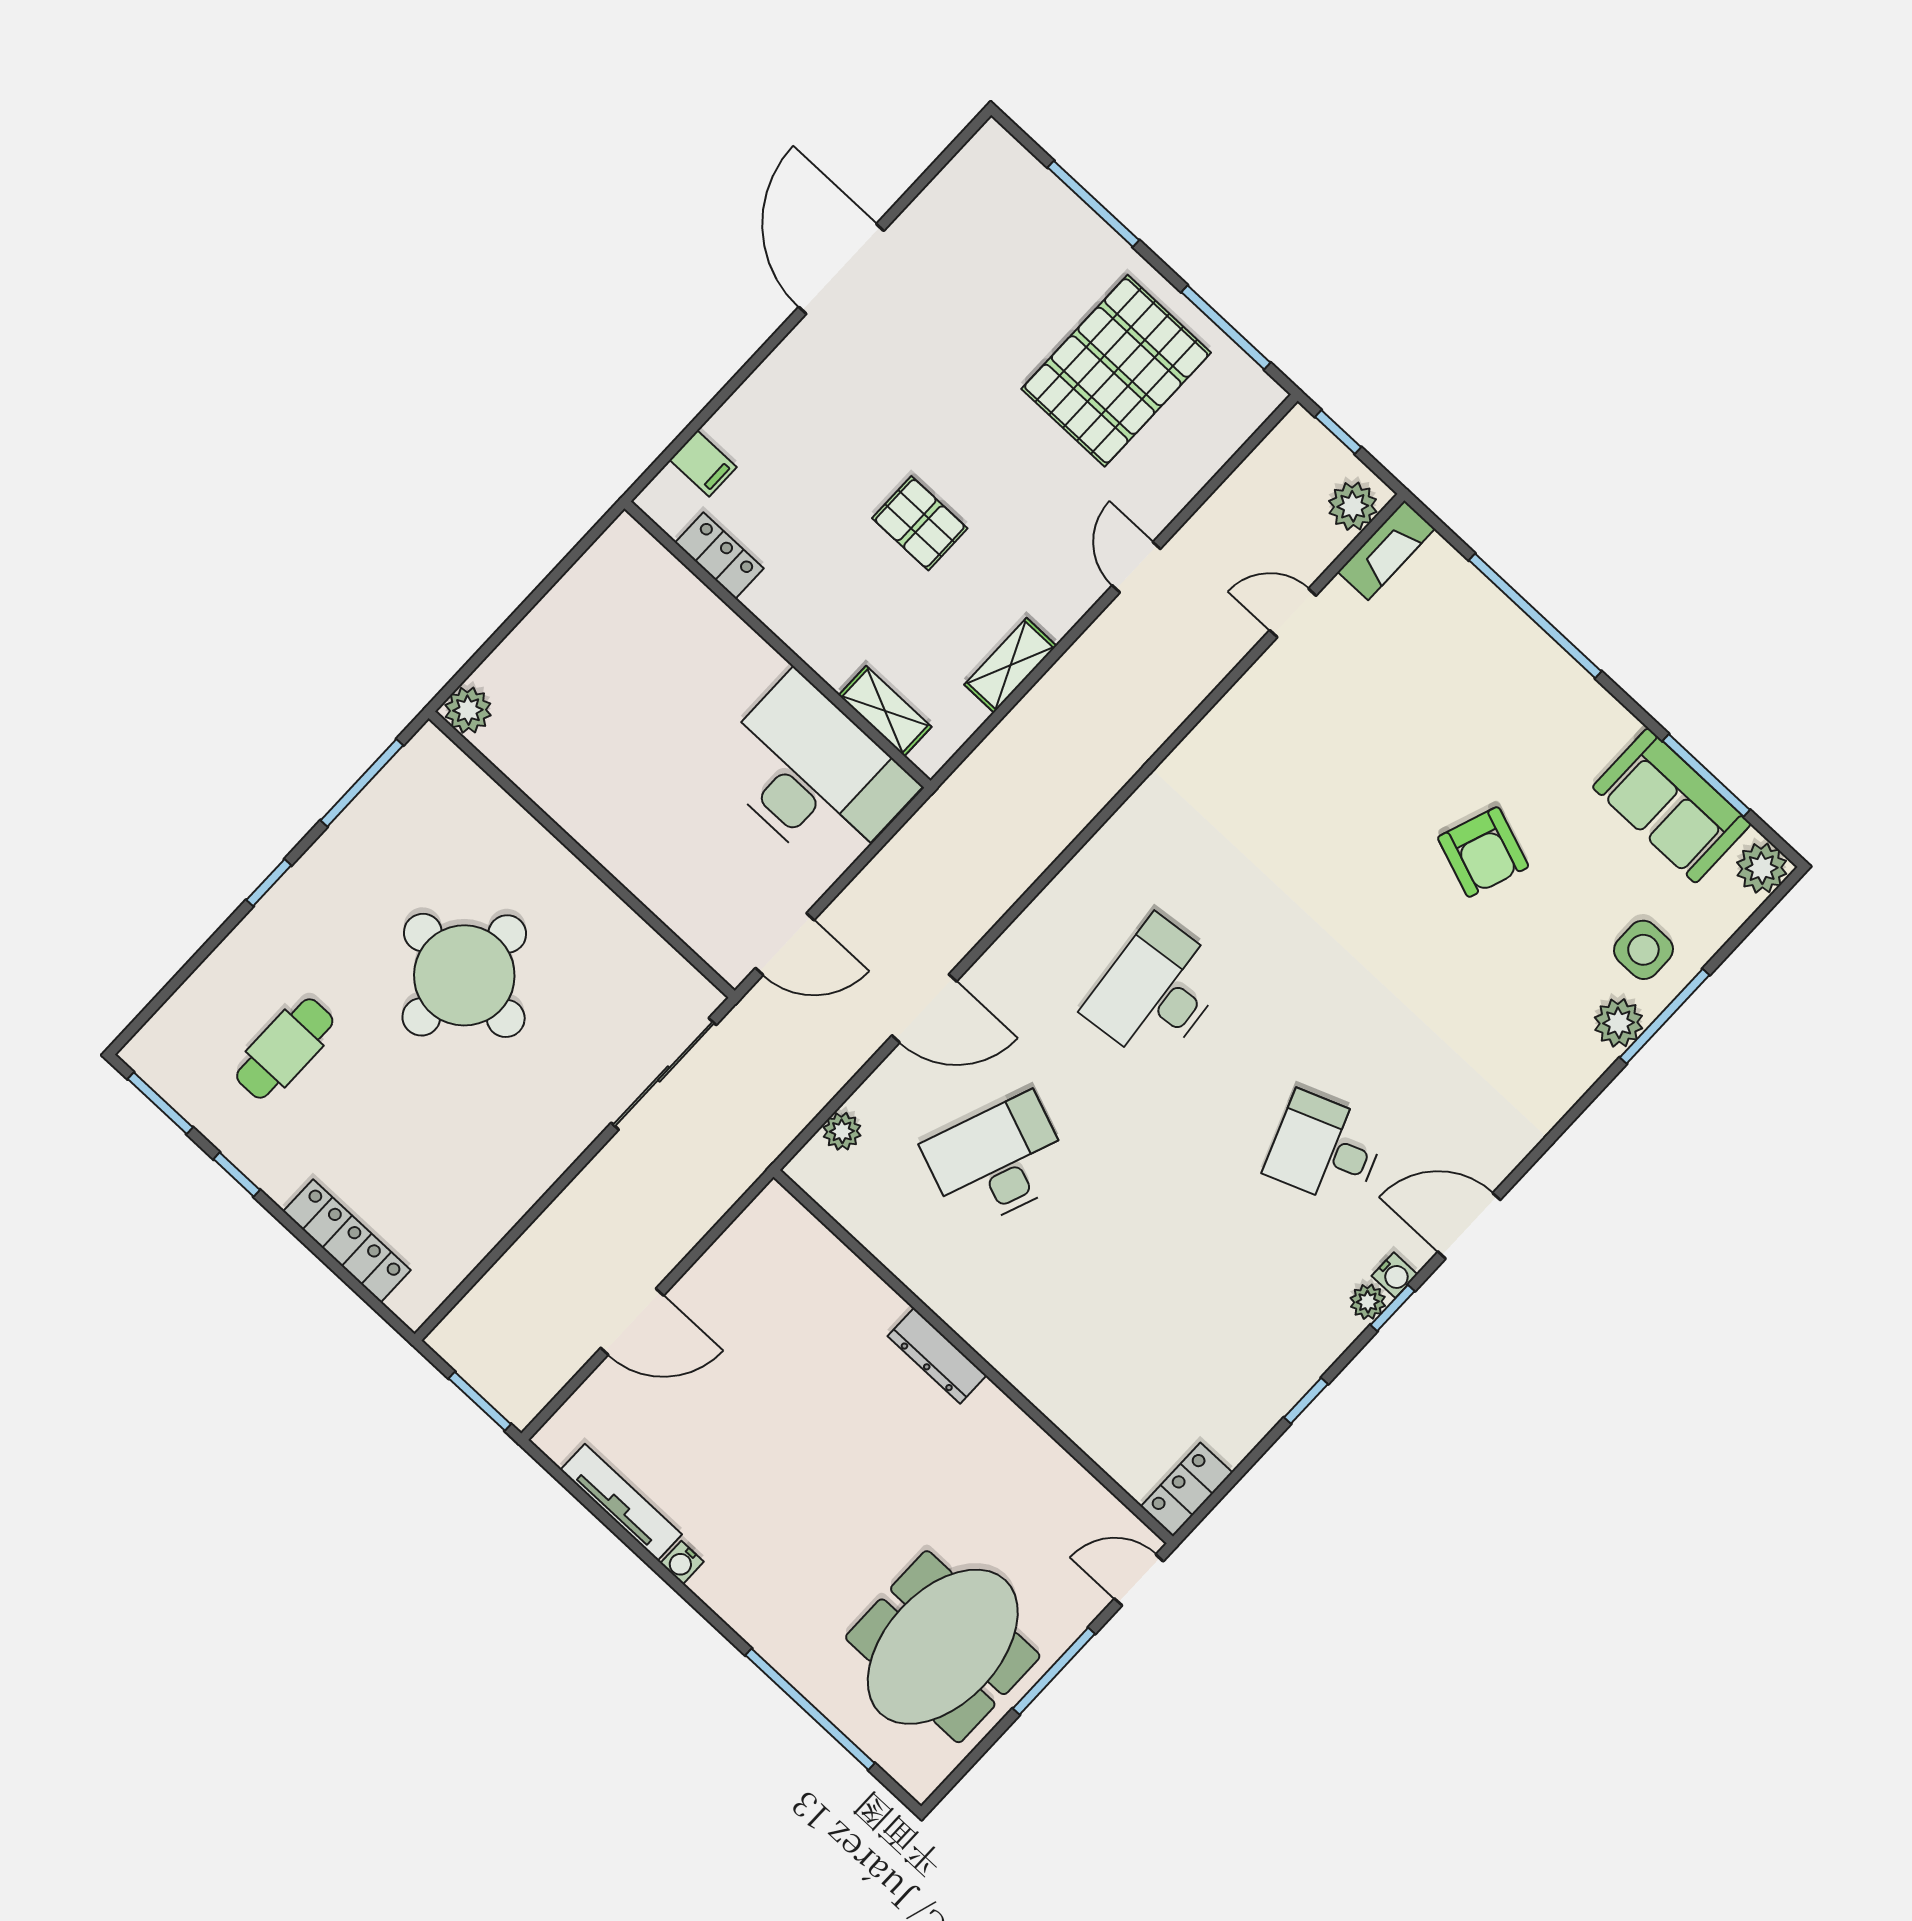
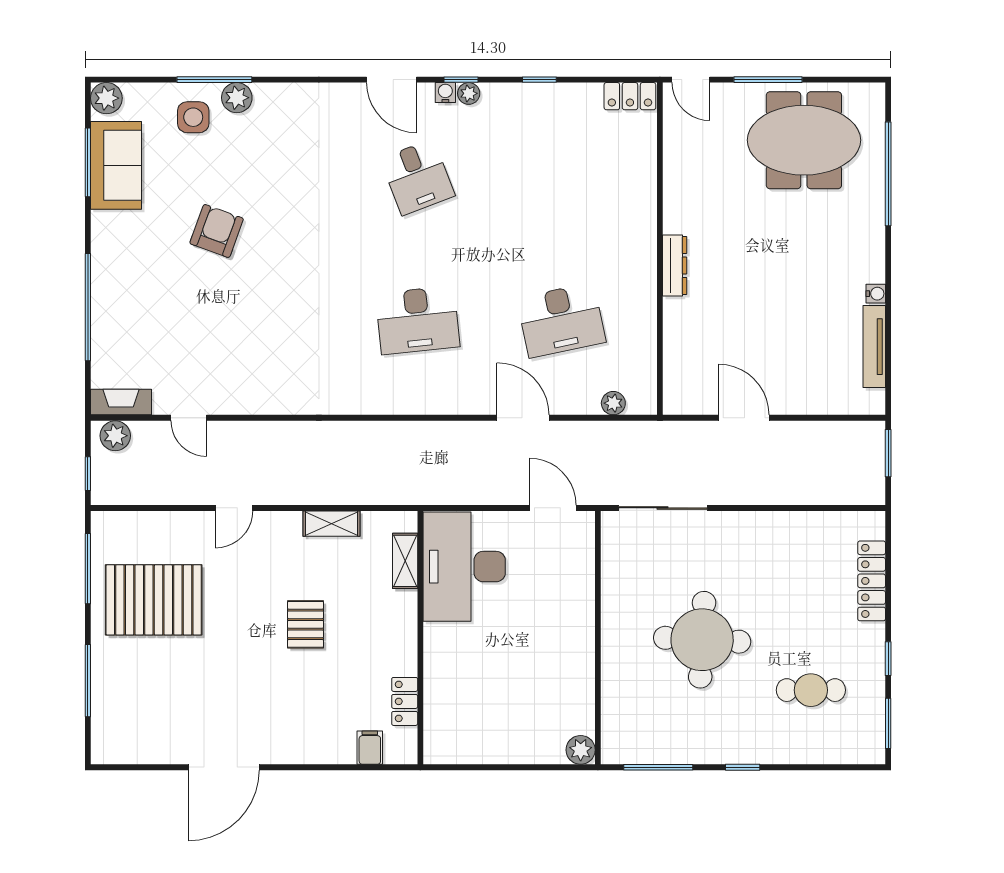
desk: (997, 1161) -> (561, 320), turned -33
door: (632, 1322) -> (744, 418), moved

